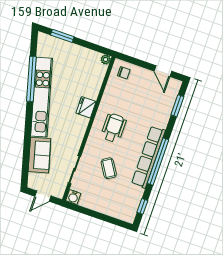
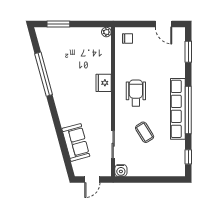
kitchen unit: (42, 97) -> (59, 88), removed

